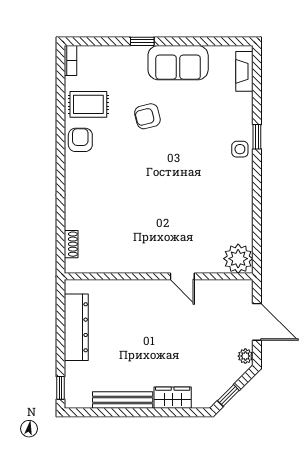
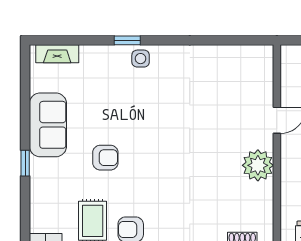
armchair: (147, 116) -> (105, 158), turned -76
plant: (238, 259) -> (258, 165), moved

